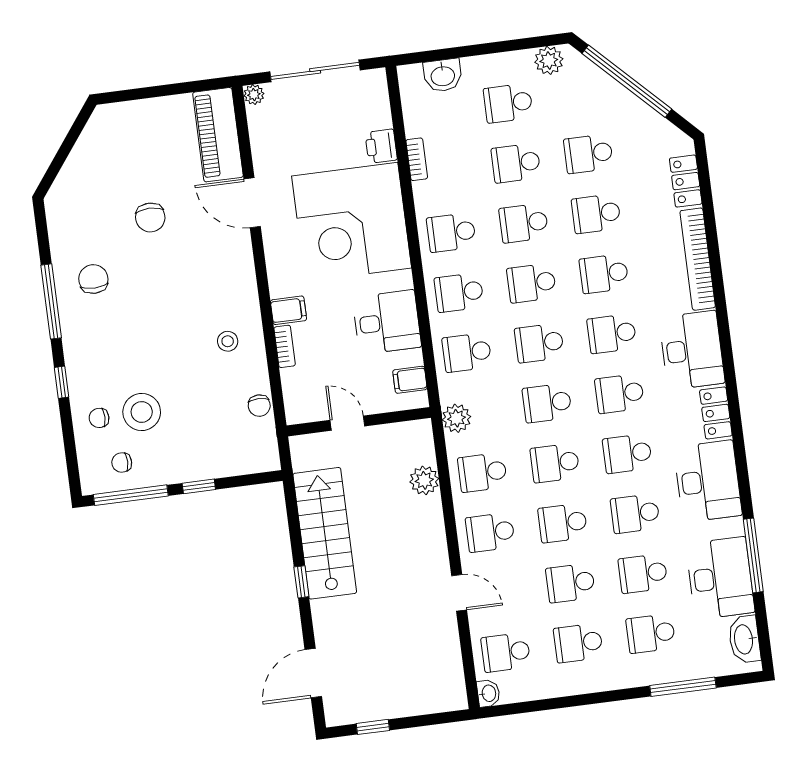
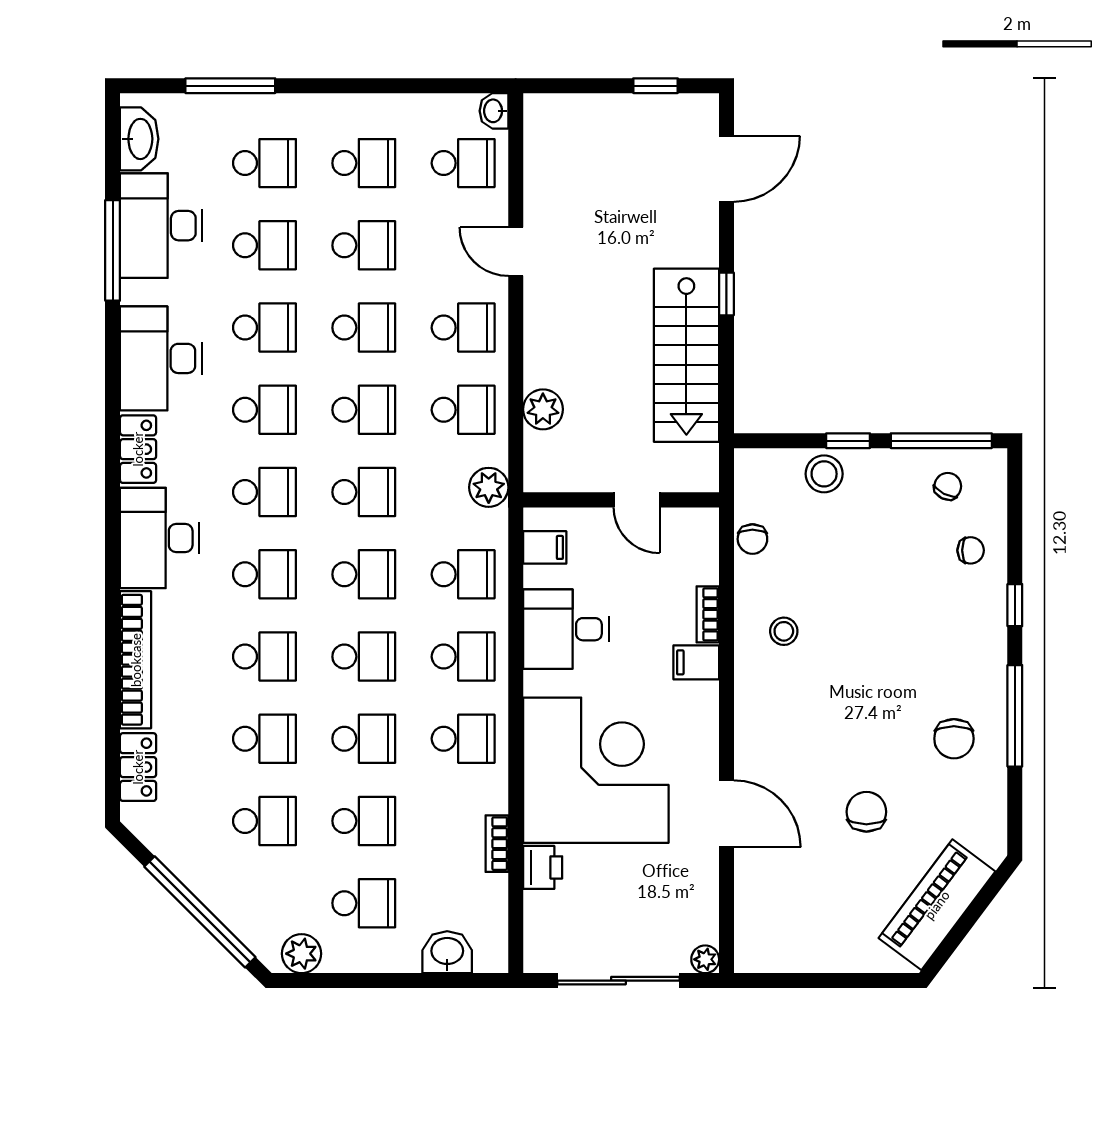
piano: (218, 135) -> (937, 905), moved, turned -143
chair: (259, 406) -> (752, 539), turned 180
stool: (142, 412) -> (824, 474), moved, width x0.73, depth x0.73
chair: (122, 463) -> (948, 486), turned -63

